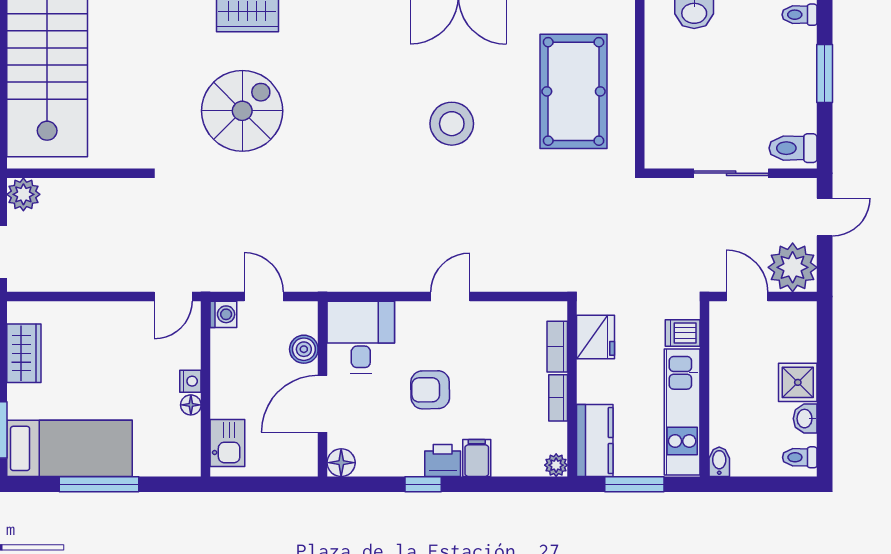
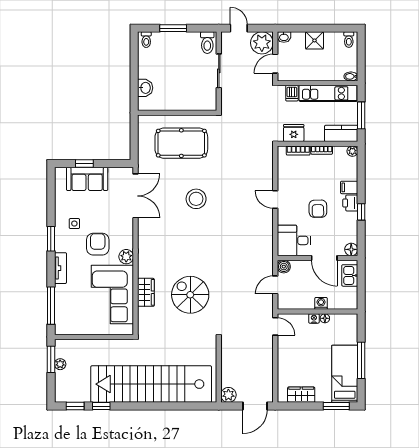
washing machine: (223, 314) -> (321, 303), moved
boiler: (304, 349) -> (284, 267), moved
washbasin: (805, 419) -> (284, 37), moved
kitchen sink: (227, 443) -> (350, 275), moved, turned -90

